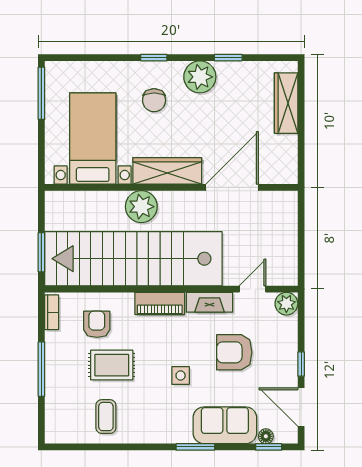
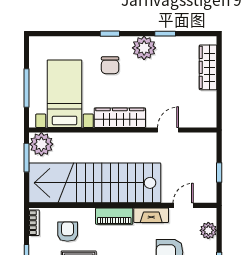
window: (41, 93) -> (27, 88), moved
door: (232, 187) -> (168, 130), width x0.53
plant: (141, 207) -> (41, 144), moved
window: (301, 245) -> (219, 172), added
window: (41, 252) -> (27, 158), moved
plant: (286, 304) -> (208, 230), moved

